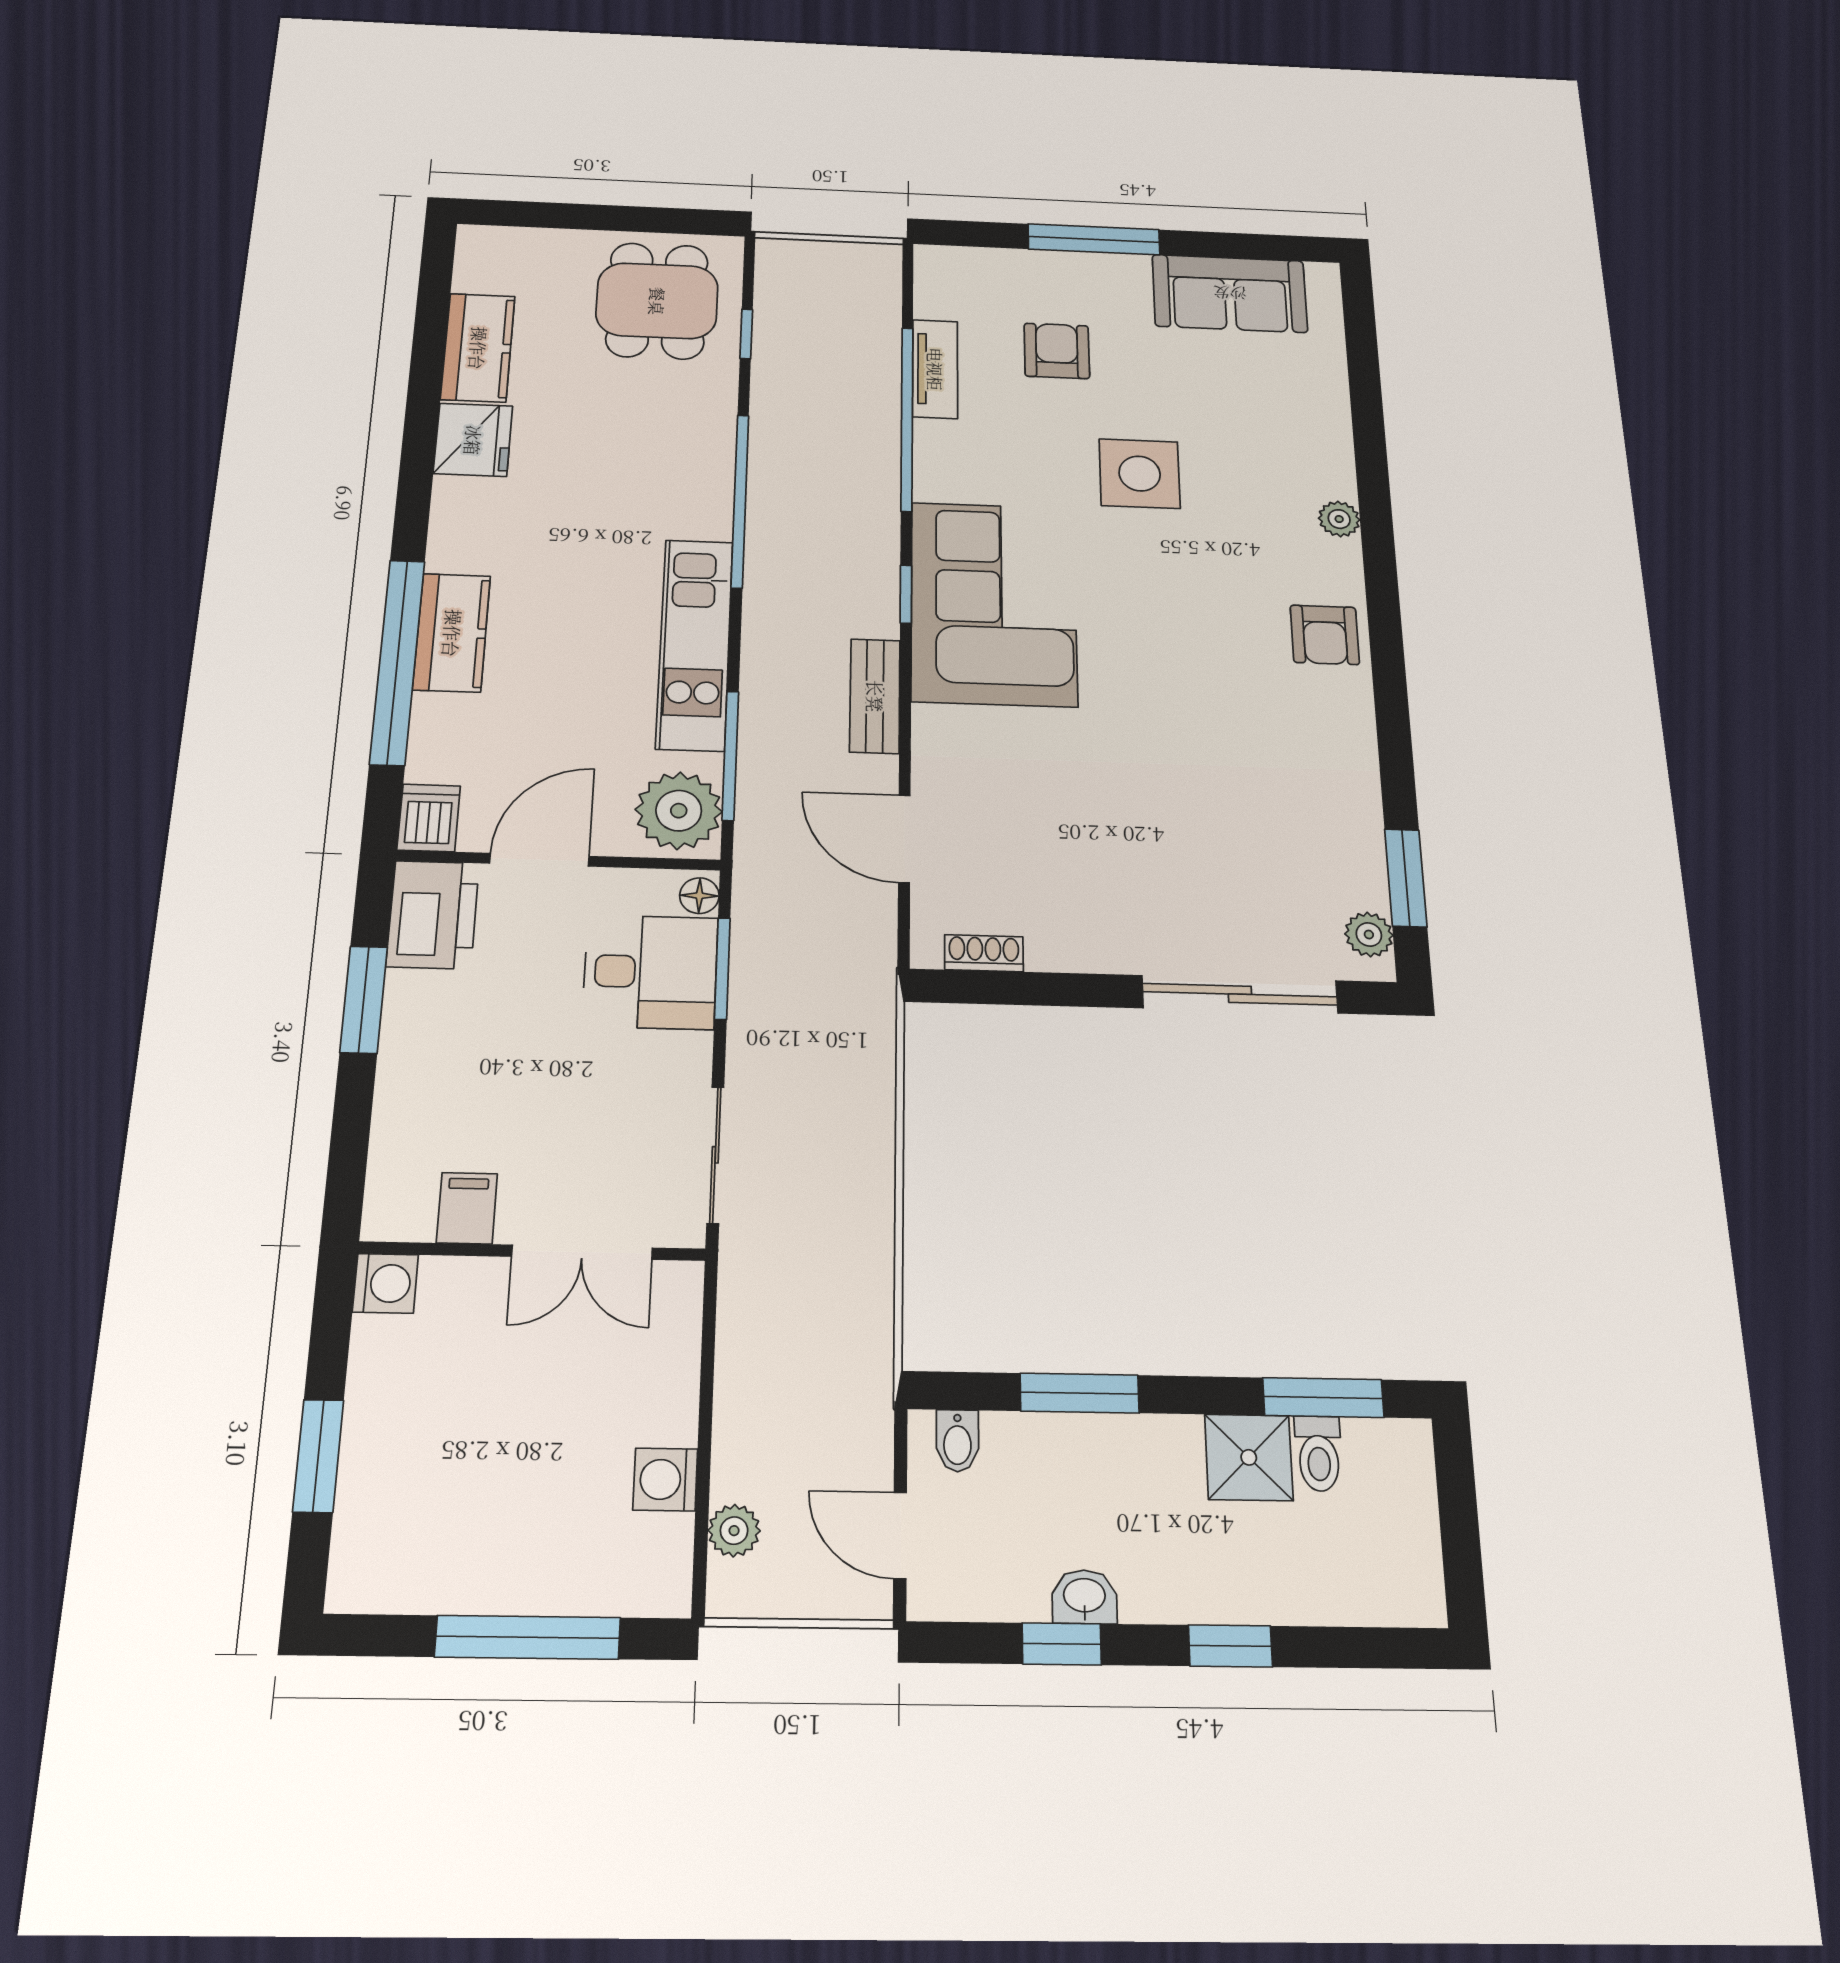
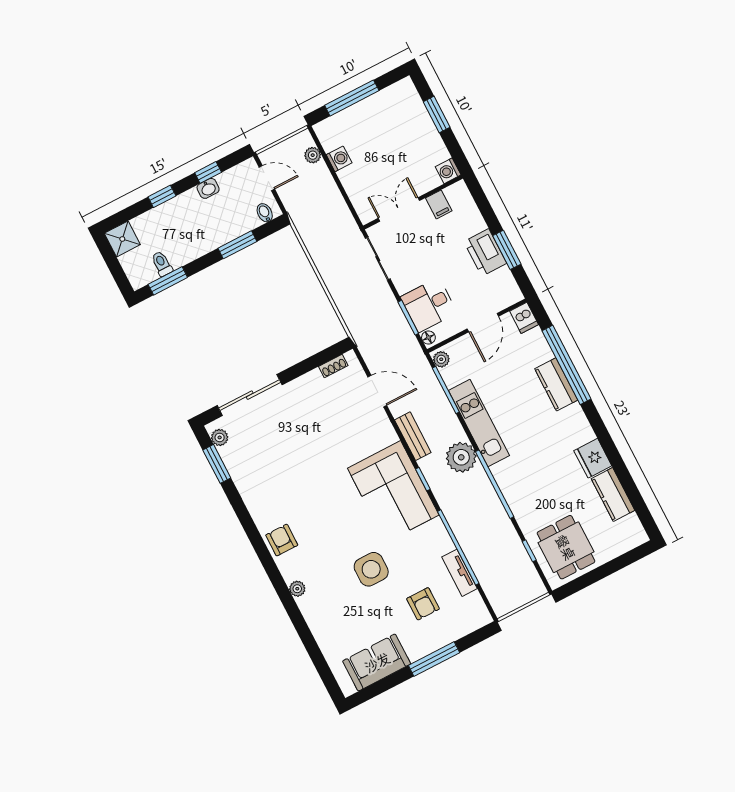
plant: (784, 594) -> (461, 457), added
plant: (679, 811) -> (441, 359), width x0.53, depth x0.53
printer: (433, 915) -> (485, 252), moved
shower: (1249, 1457) -> (122, 239), moved

